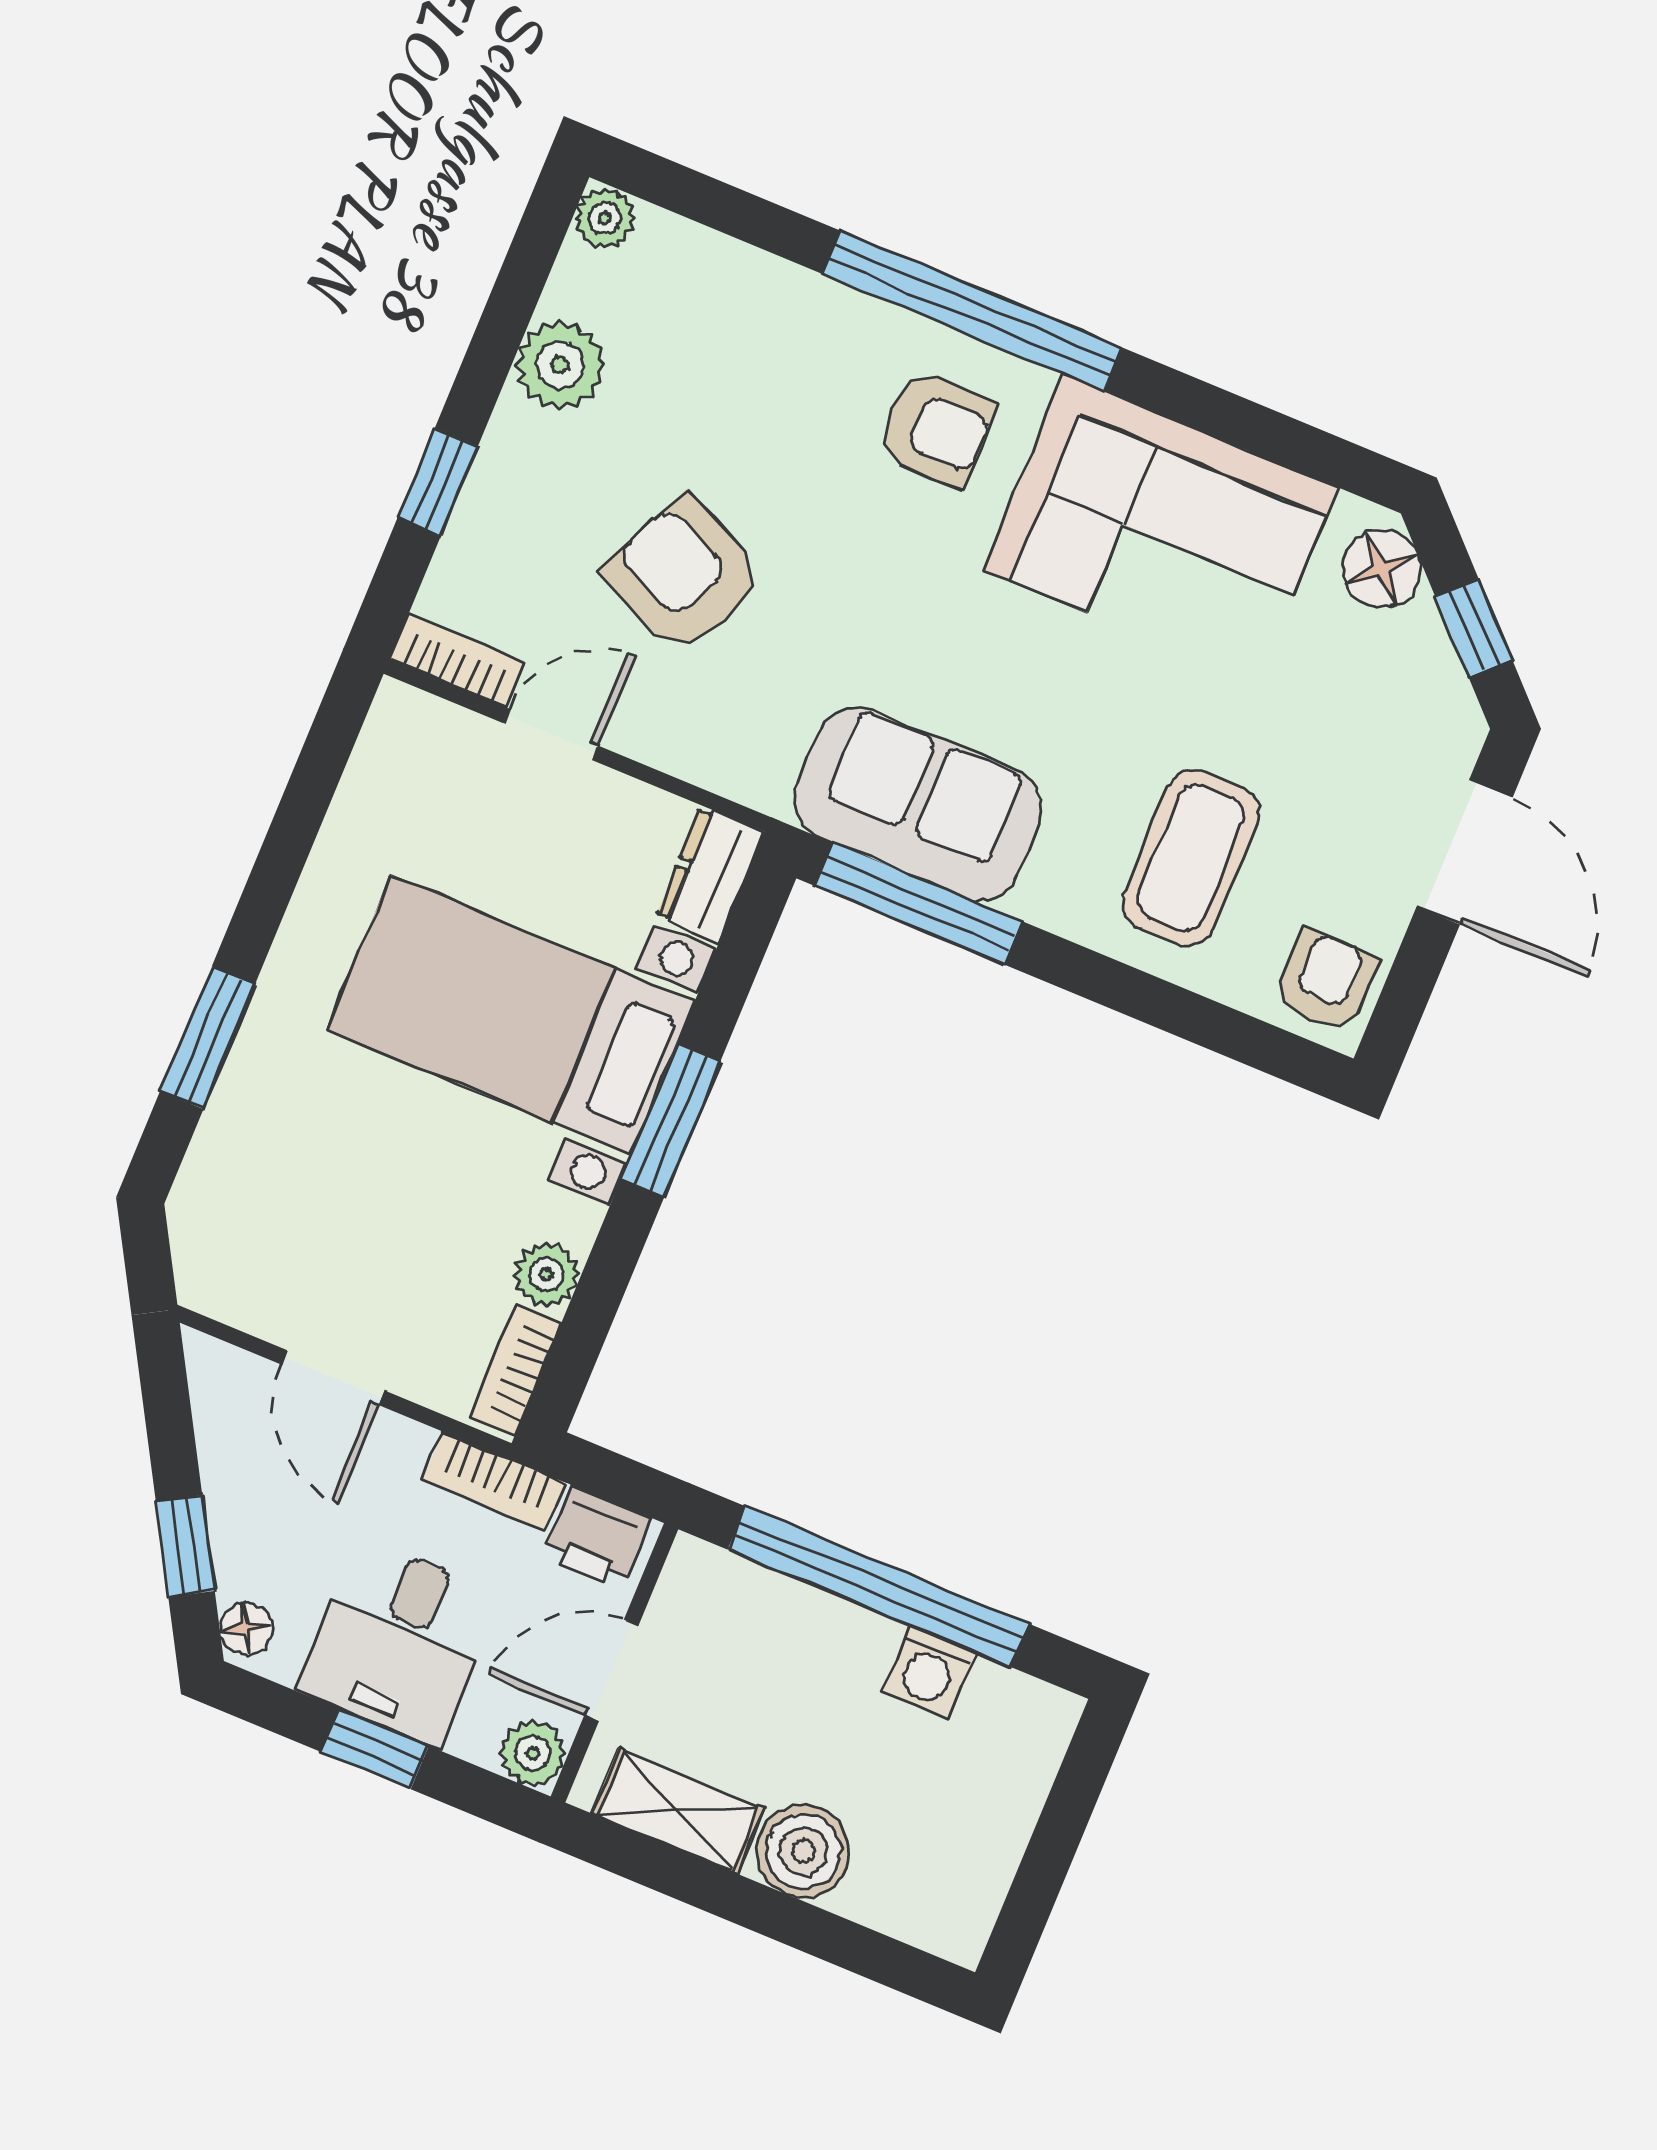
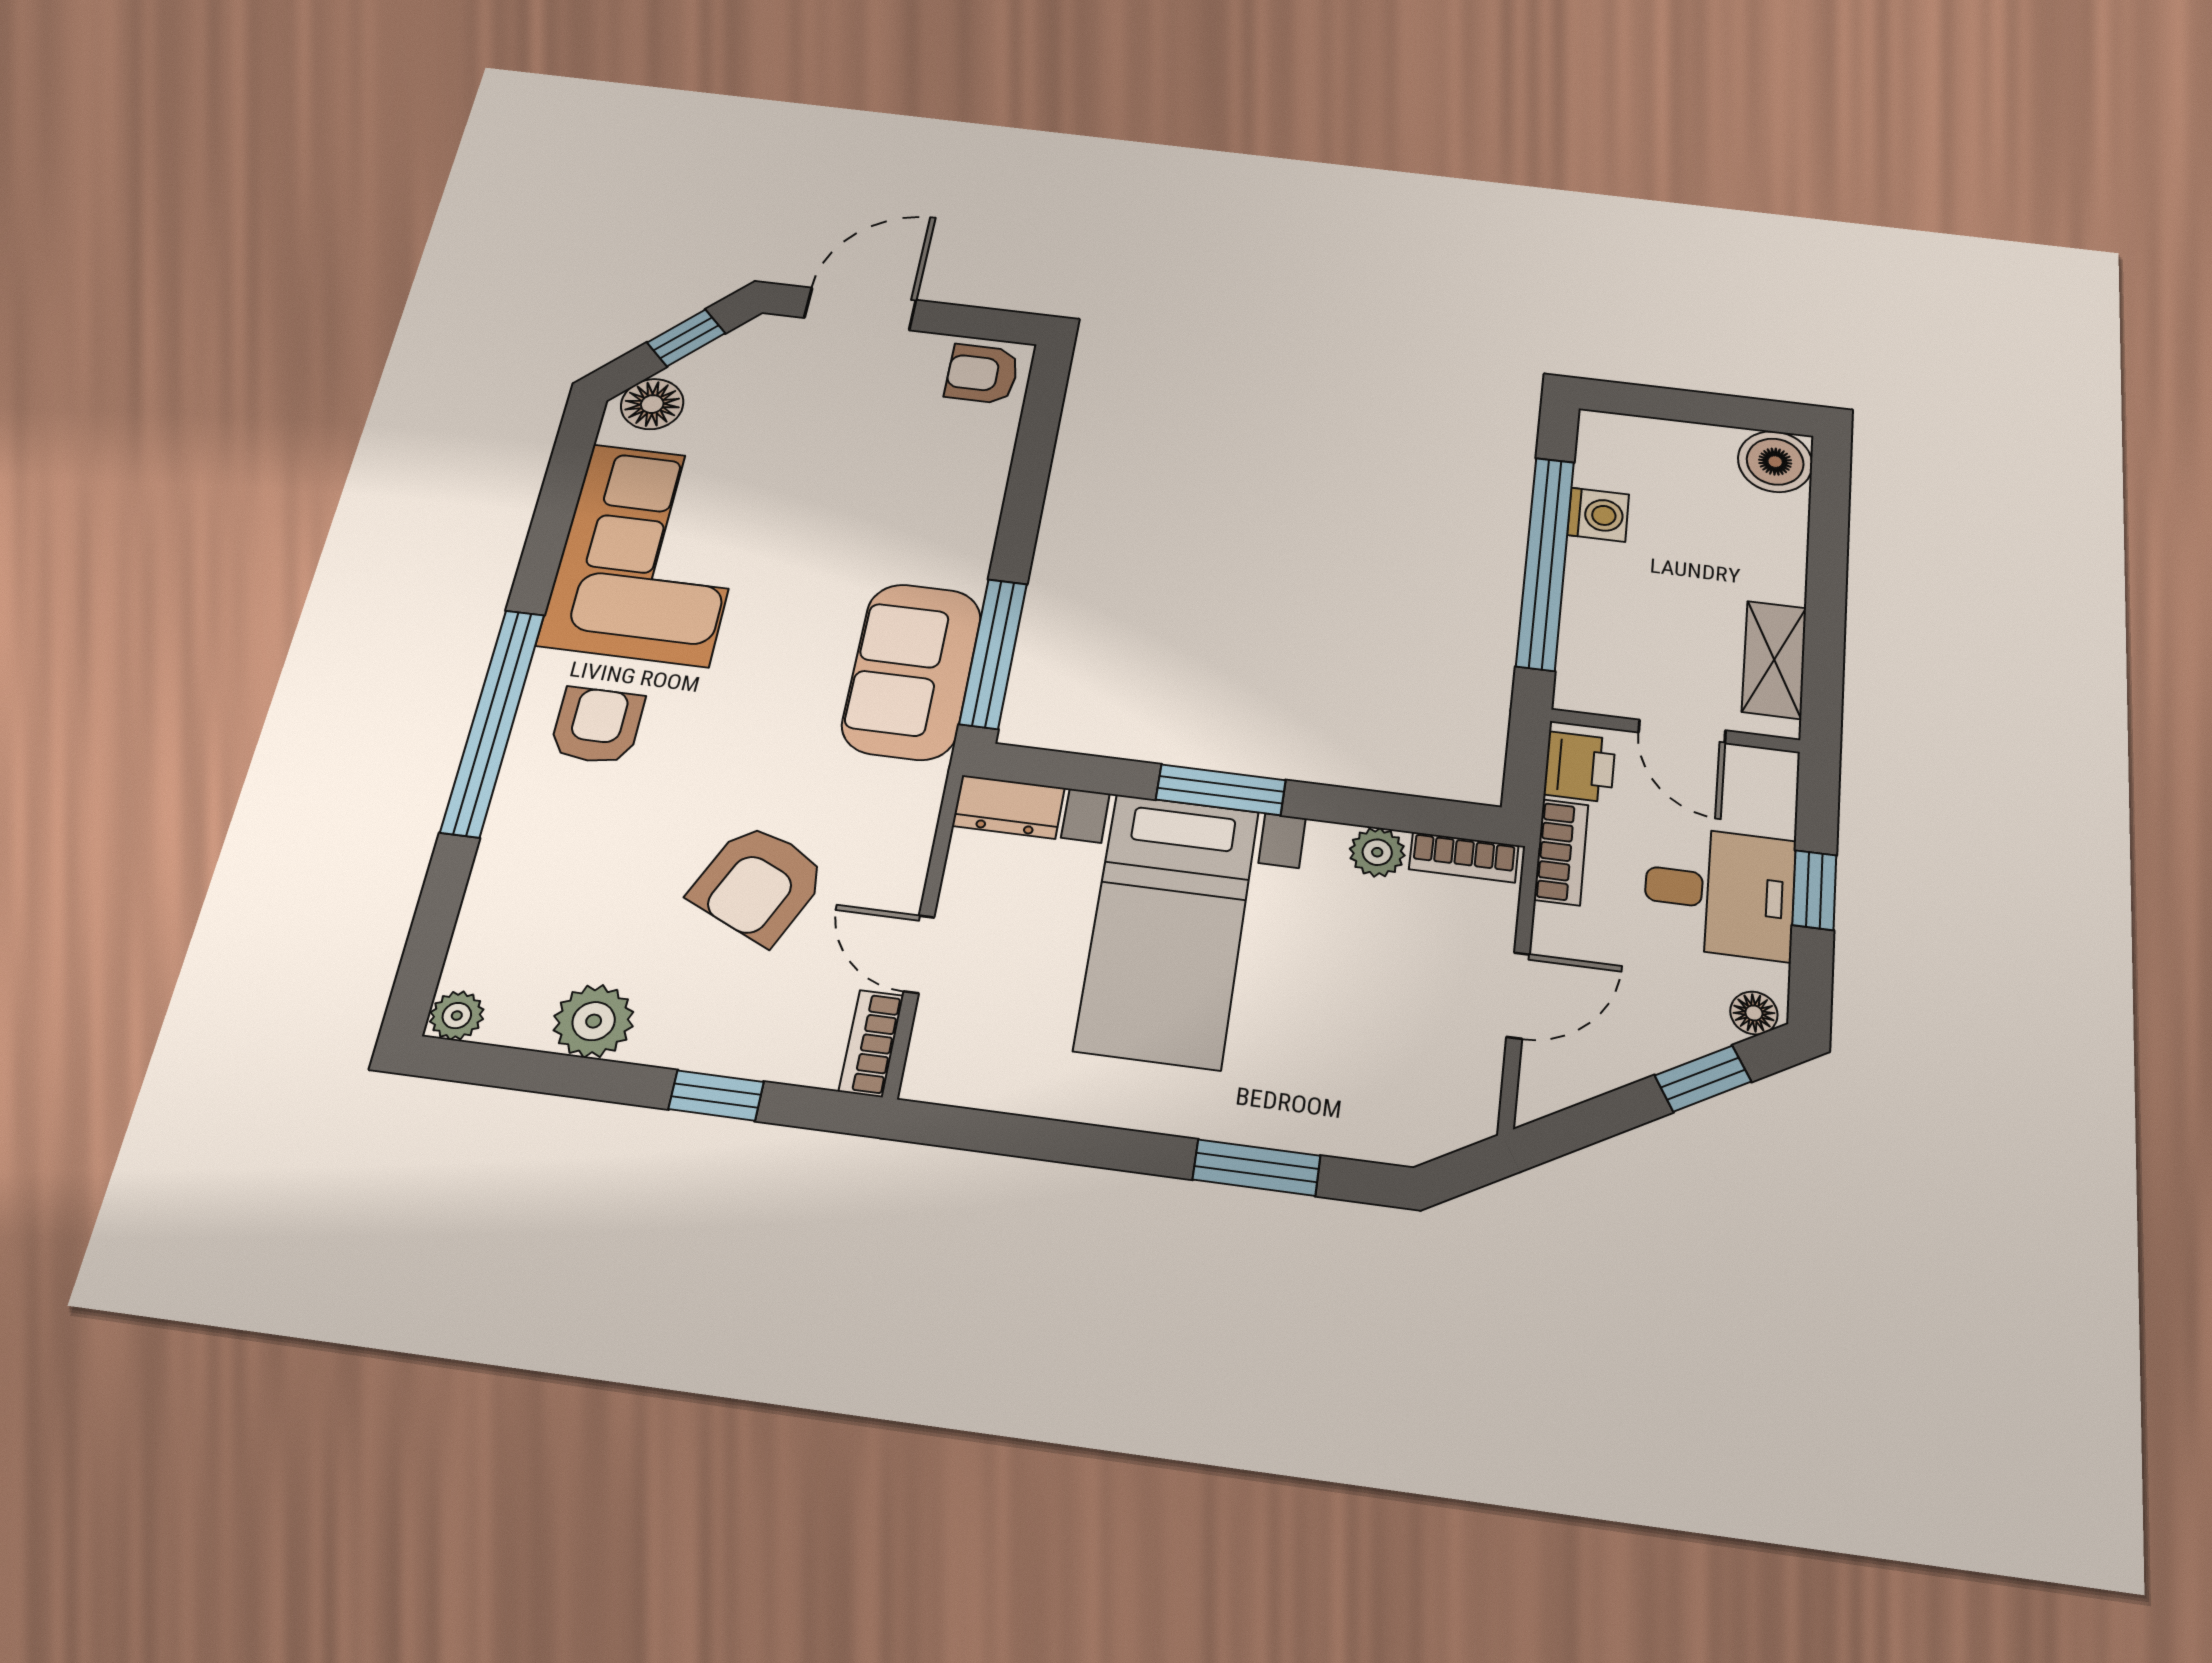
coffee table: (1191, 858) -> (909, 479), removed
plant: (533, 1753) -> (1771, 773), removed
boiler: (803, 1851) -> (1775, 462), moved

